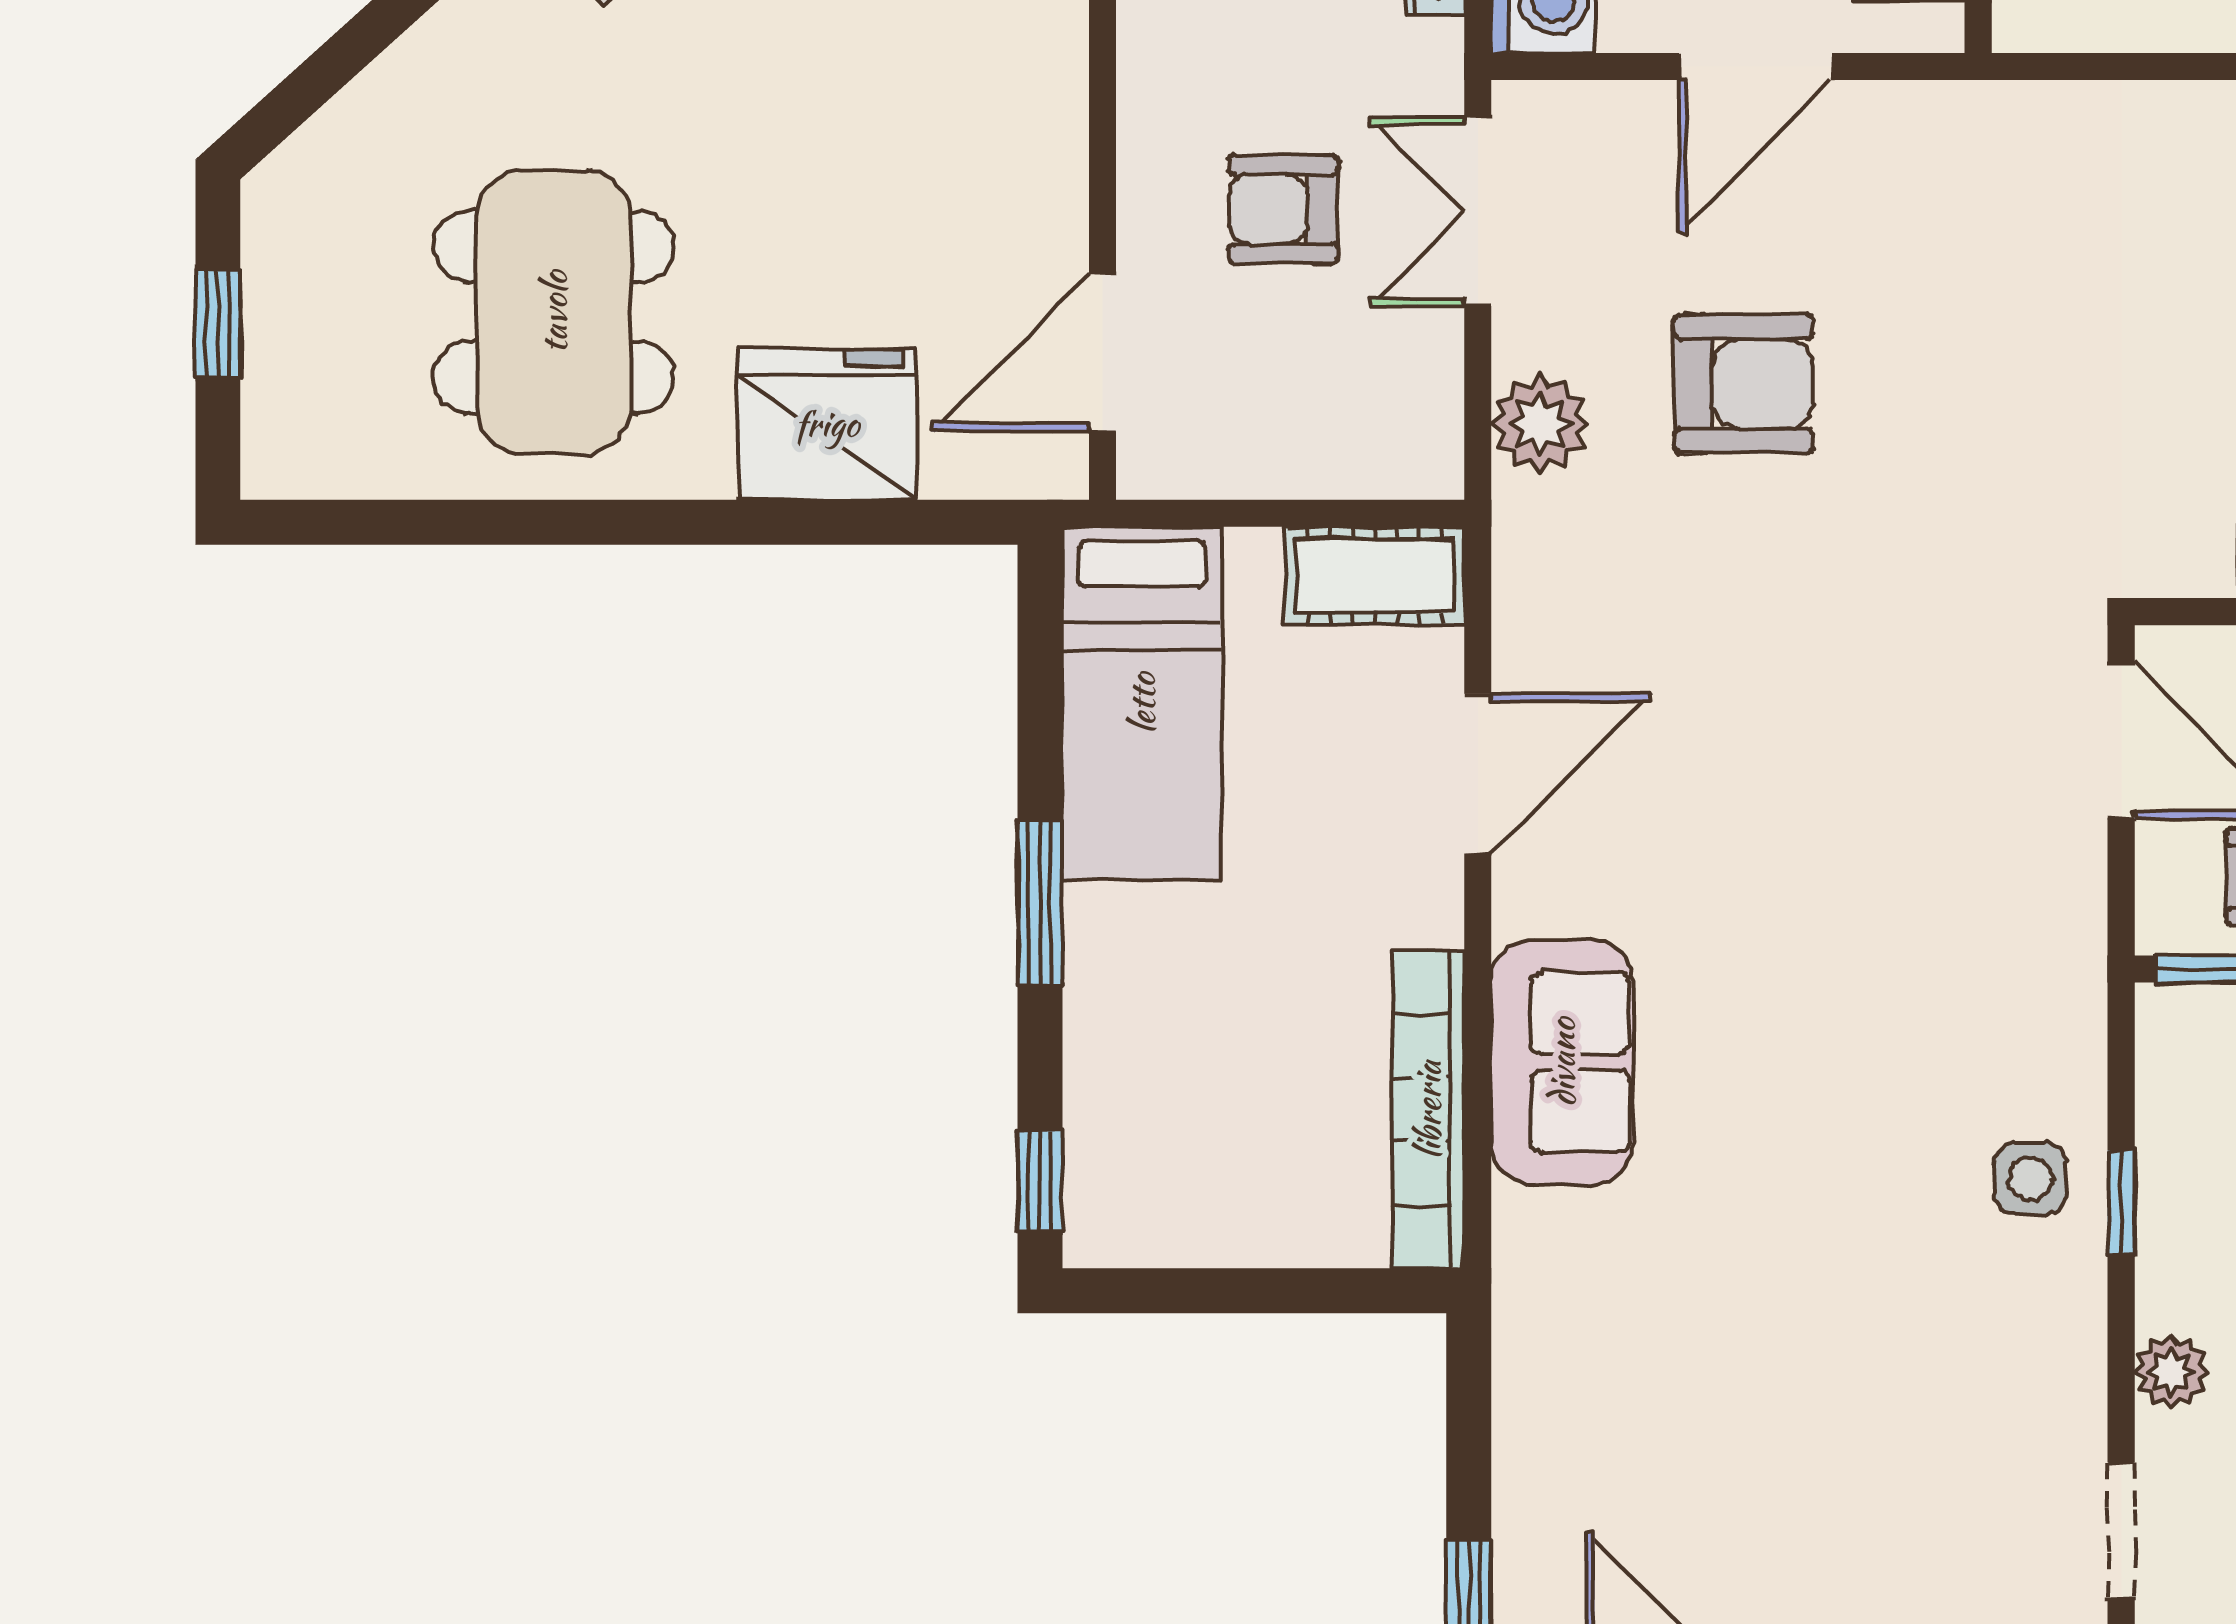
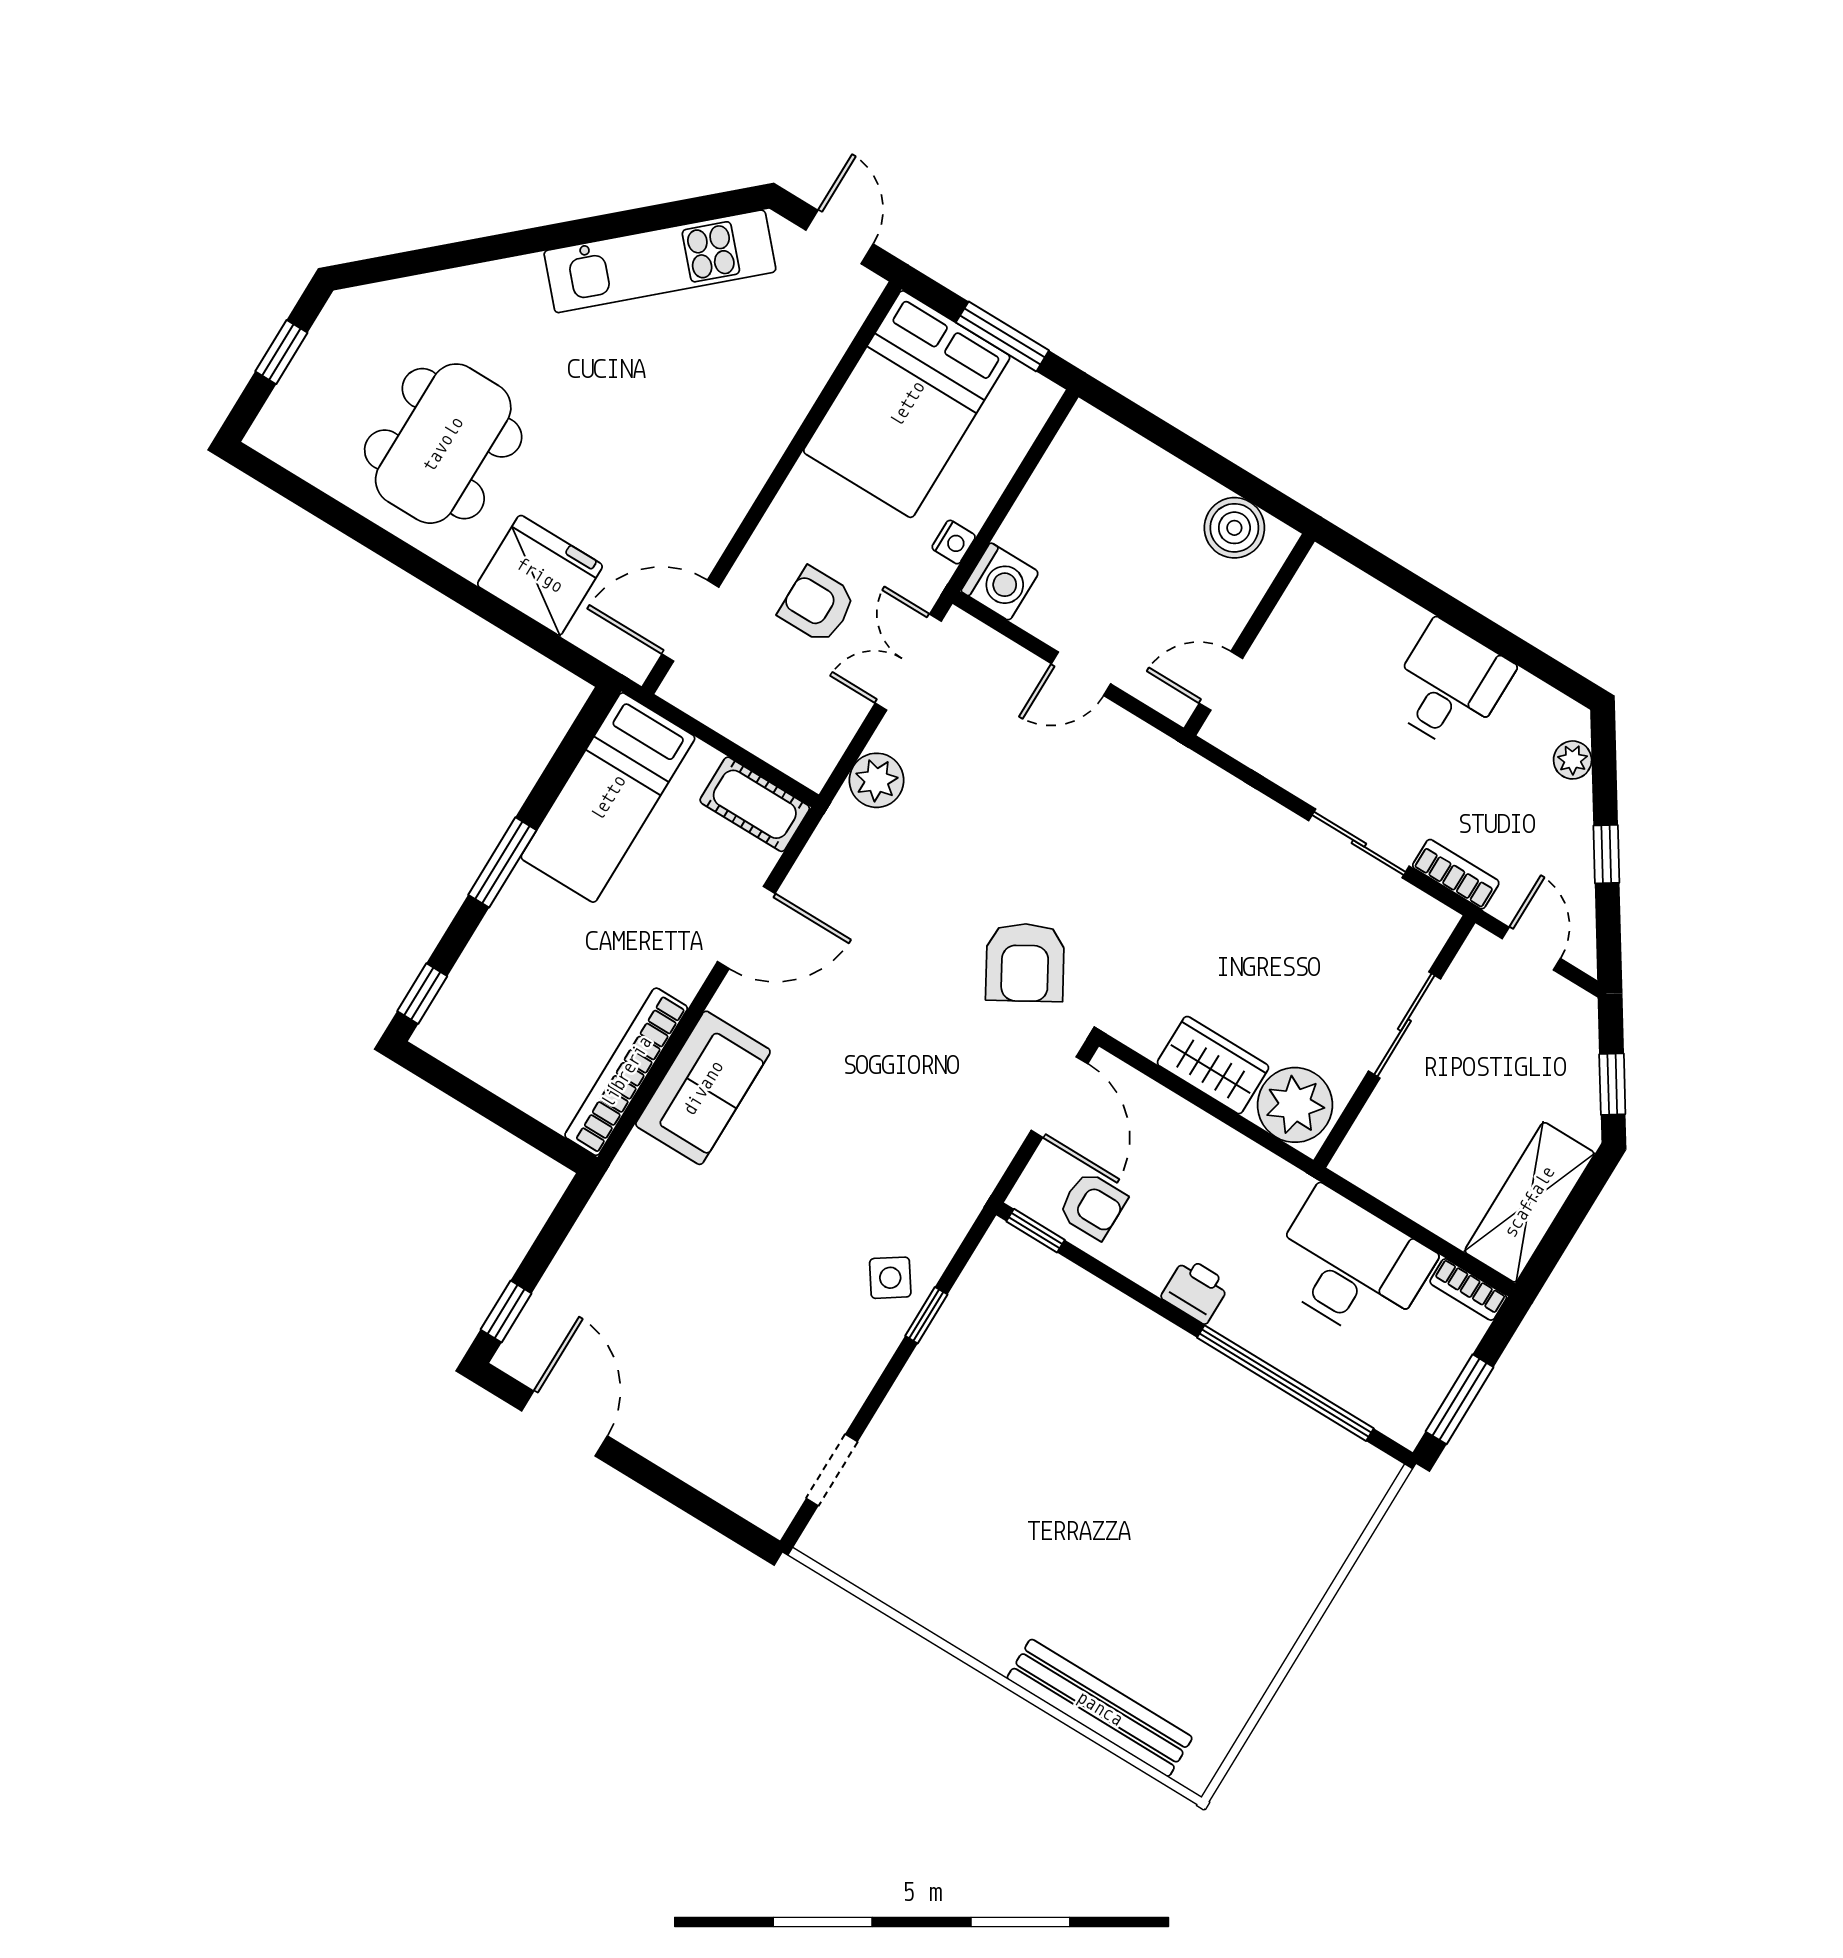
door: (1755, 67) -> (1081, 674), width x0.73
armchair: (1743, 384) -> (1025, 962), moved, turned 60
side table: (2030, 1179) -> (890, 1278), turned -34
plant: (2171, 1371) -> (901, 1409), removed

